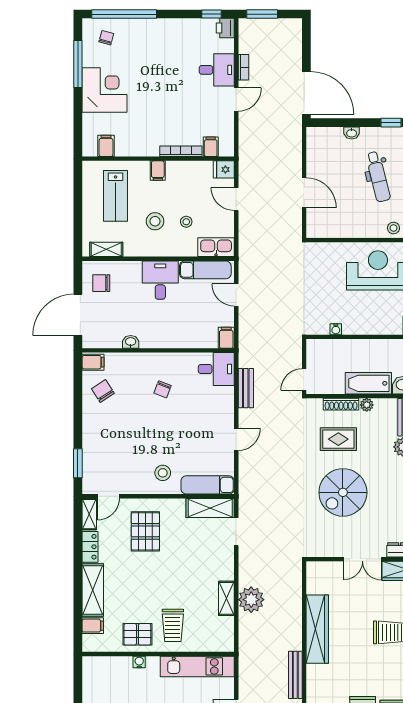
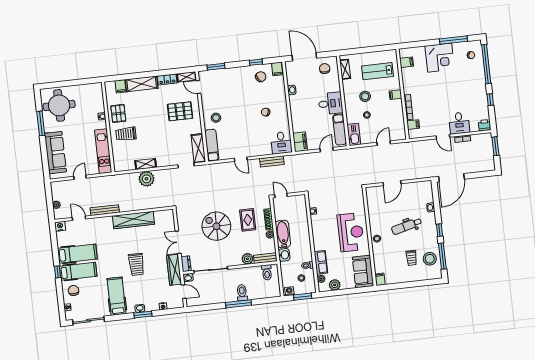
window: (212, 14) -> (490, 100), moved
fridge: (224, 169) -> (400, 134), removed
filing cabinet: (226, 338) -> (300, 142), width x2.00
window: (78, 396) -> (256, 62), added

